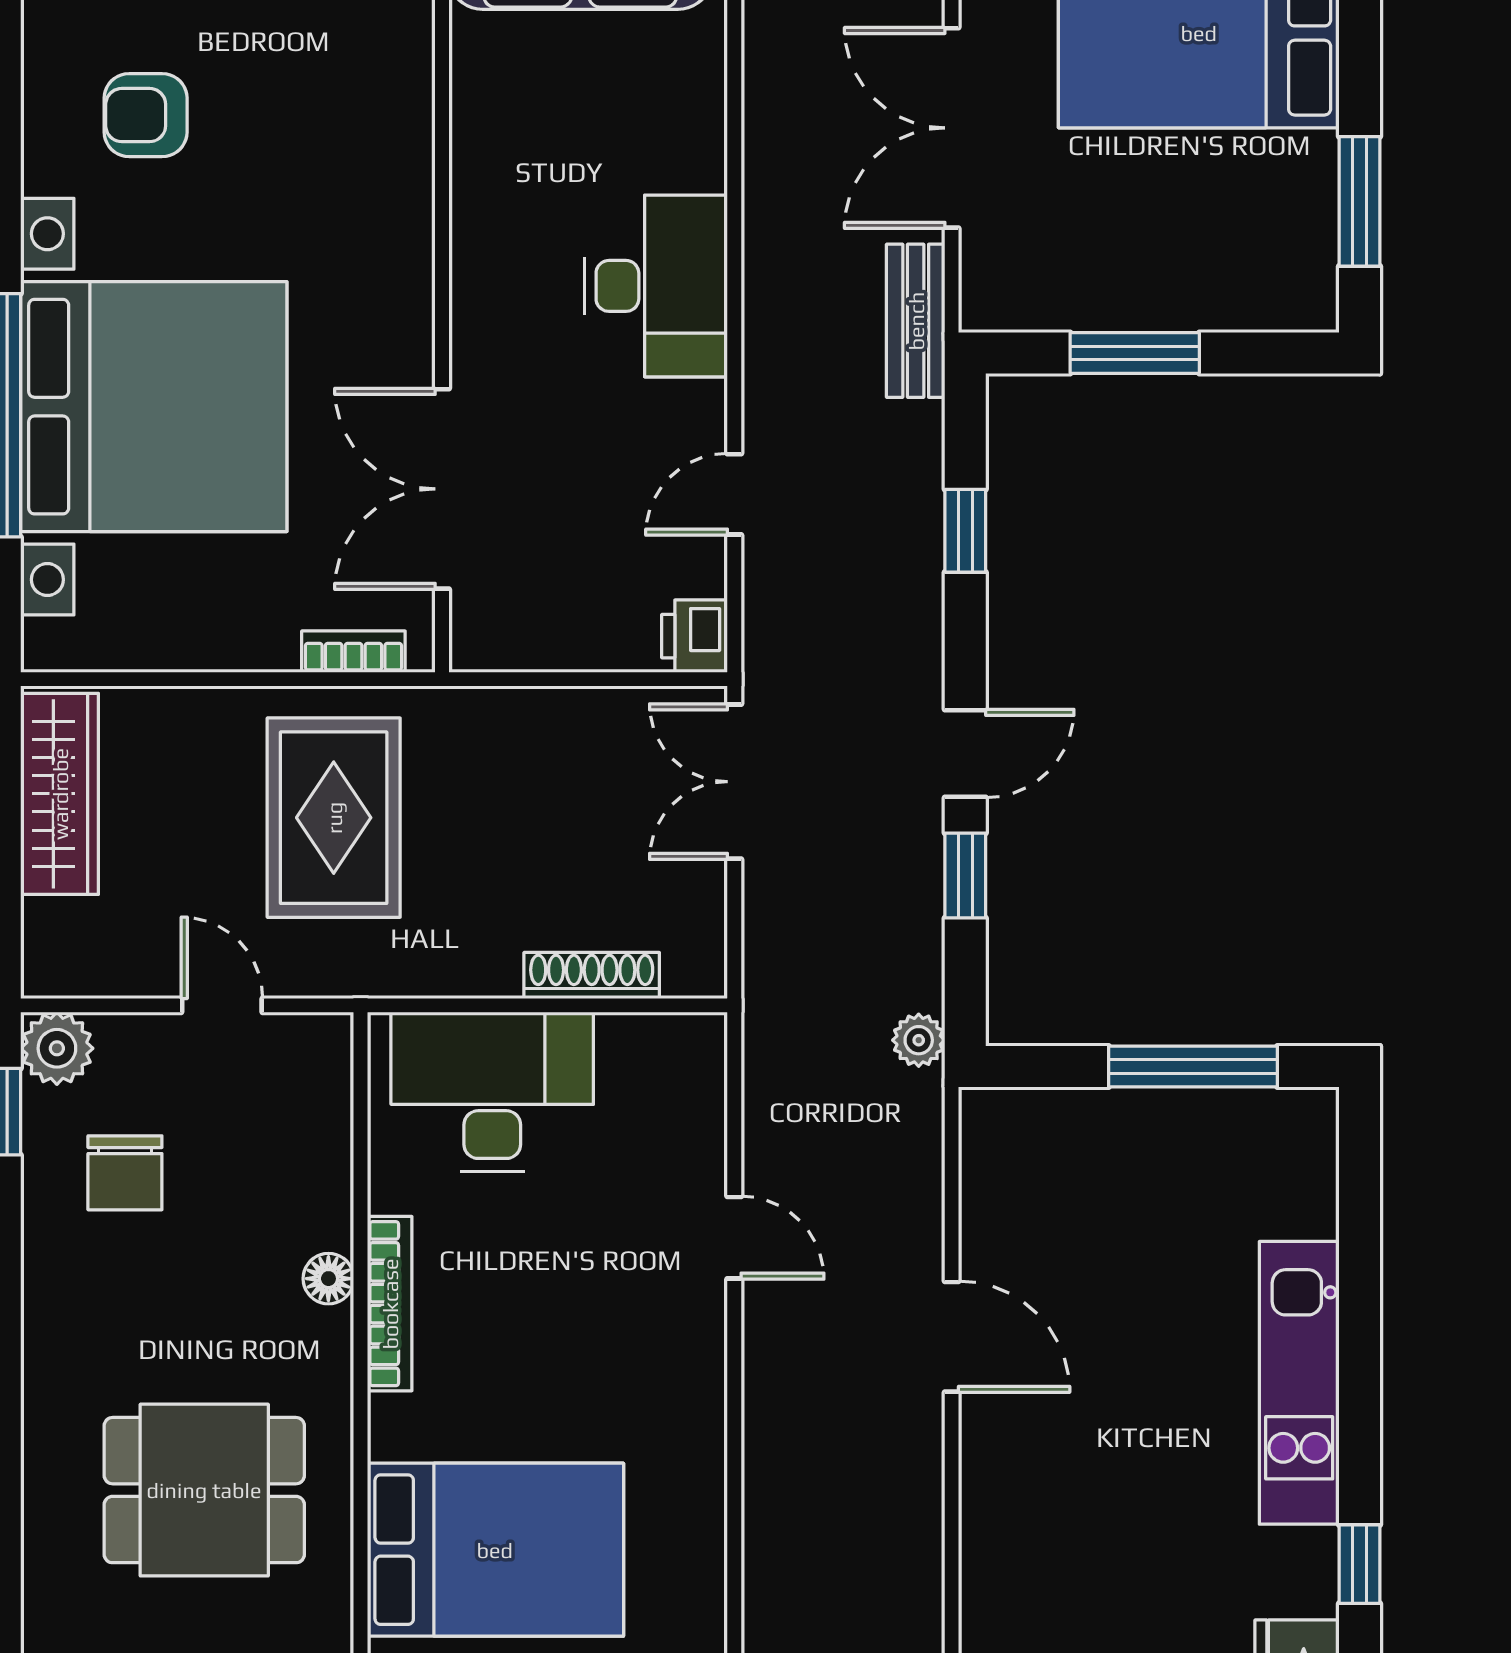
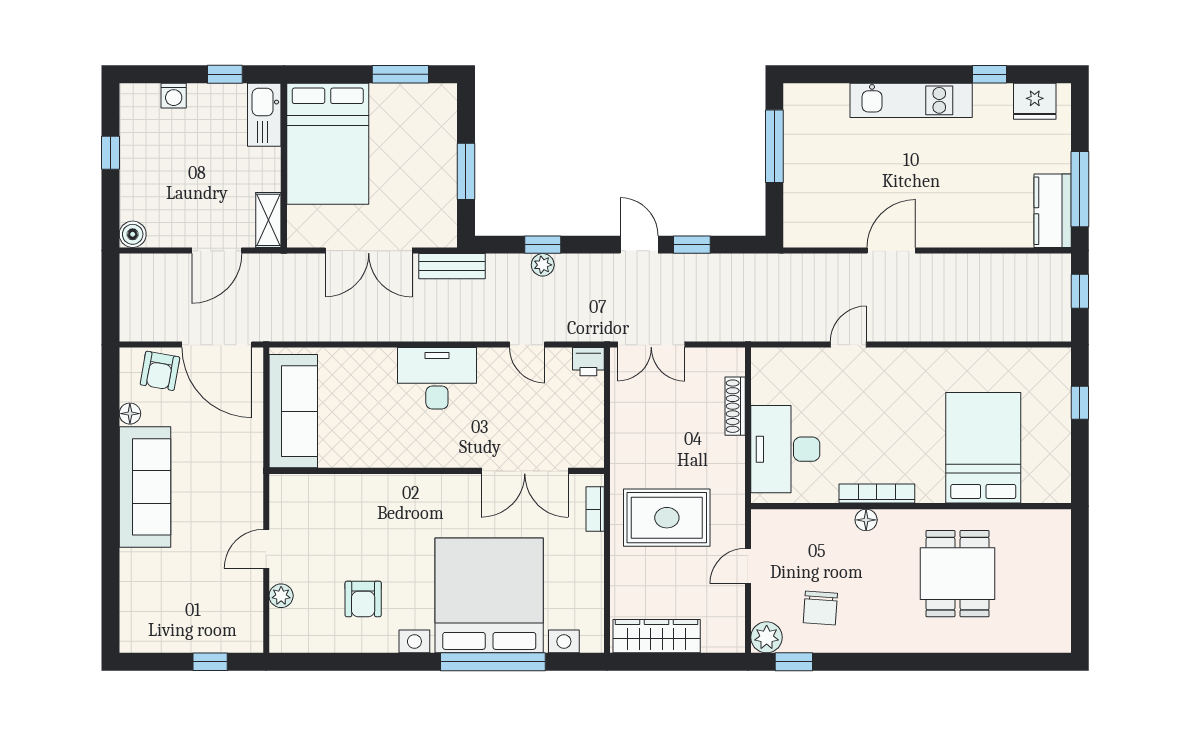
plant: (919, 1040) -> (543, 265), moved
chair: (125, 1173) -> (820, 608), turned 94

